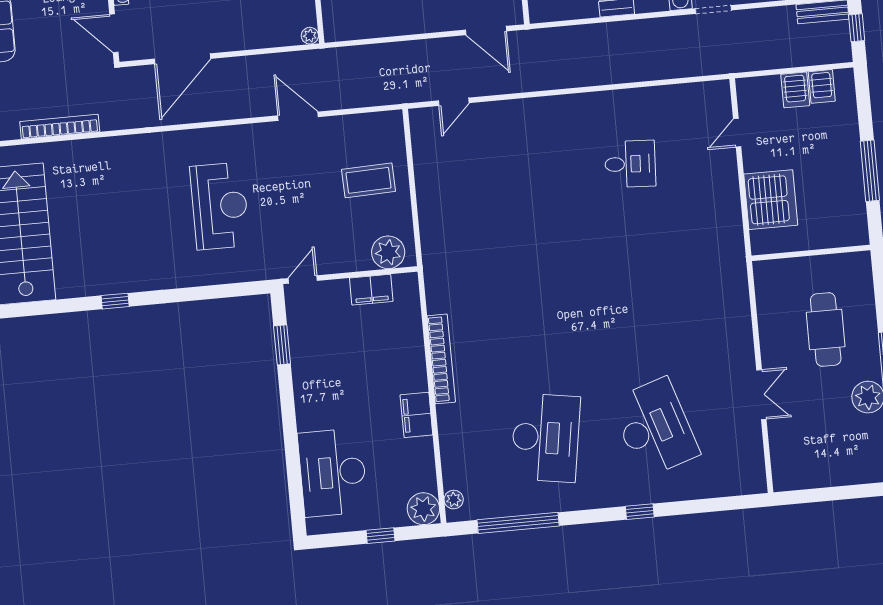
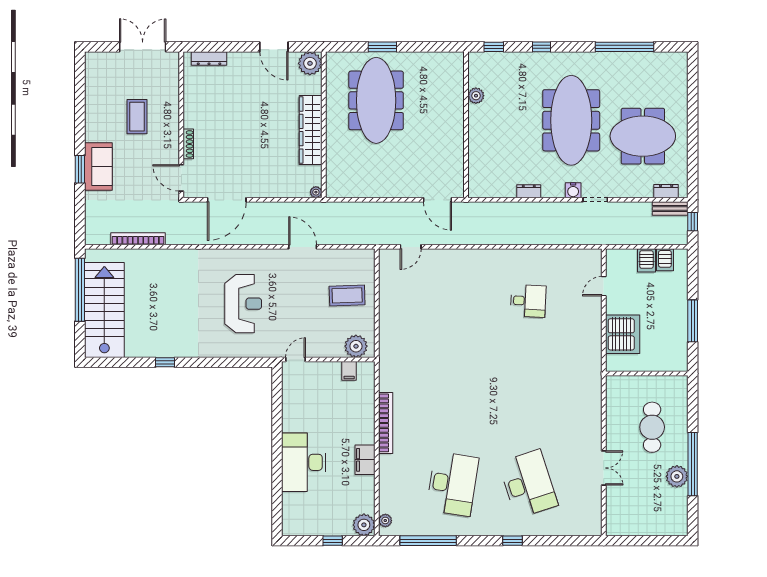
filing cabinet: (371, 290) -> (349, 371), width x0.50
window: (282, 345) -> (277, 403), removed
desk: (333, 473) -> (304, 462), moved

